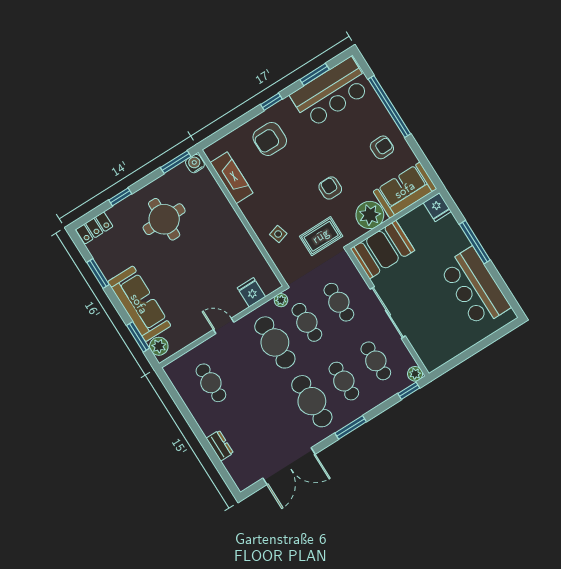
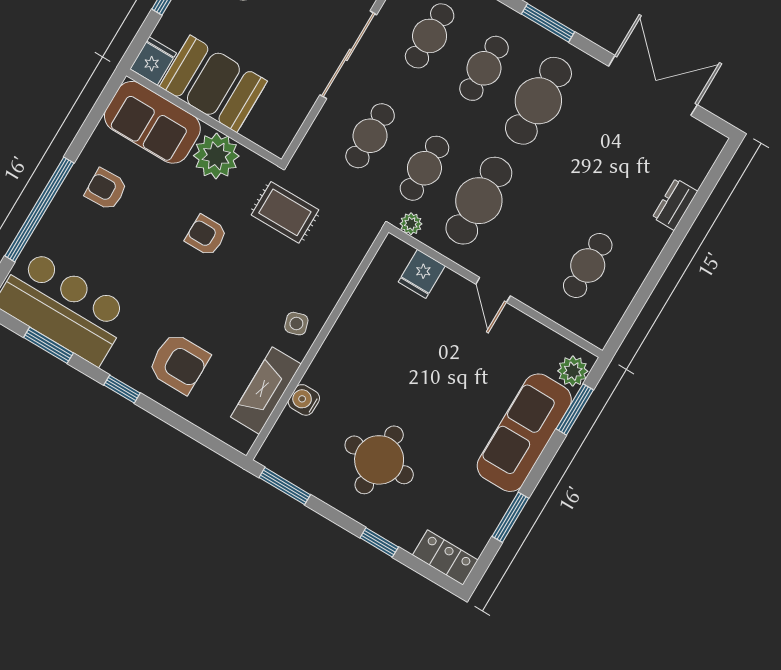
water cooler: (195, 164) -> (304, 400), moved, turned 90
armchair: (330, 188) -> (206, 236), turned 90
side table: (278, 234) -> (296, 324), moved
booth: (382, 250) -> (213, 84), moved

